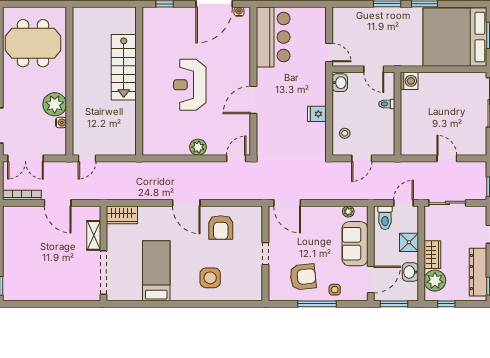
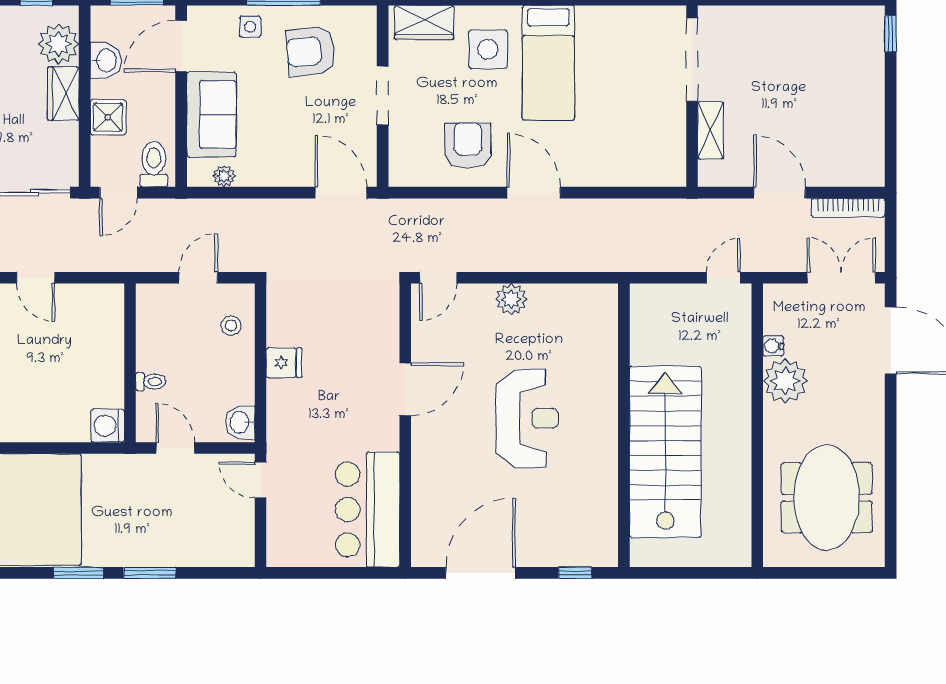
water cooler: (239, 12) -> (433, 558), removed
meeting table: (33, 43) -> (827, 498), turned 90
stairs: (124, 67) -> (665, 452), width x1.36, depth x1.51
wardrobe: (122, 215) -> (424, 22), moved, turned 180
doorway: (265, 254) -> (383, 95), width x1.38
bed: (156, 271) -> (548, 63), moved

